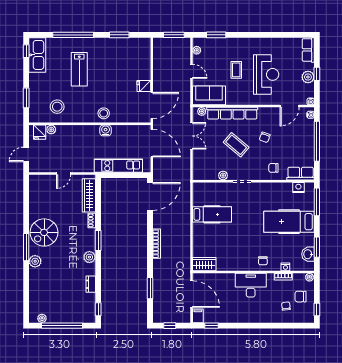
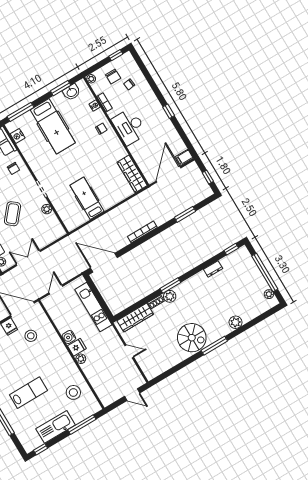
kitchen sink: (37, 55) -> (56, 427), moved
window: (26, 98) -> (82, 425), width x1.44
stool: (104, 113) -> (31, 336), moved
plant: (51, 130) -> (81, 359), moved
fridge: (40, 132) -> (77, 347), moved
door: (152, 143) -> (56, 289), width x0.53
plant: (89, 257) -> (170, 296), moved
plant: (35, 261) -> (236, 322), moved
wardrobe: (204, 264) -> (132, 174), width x1.50
window: (211, 326) -> (169, 111), moved

